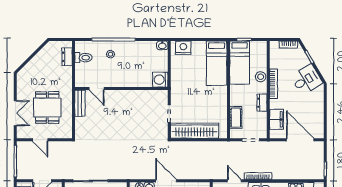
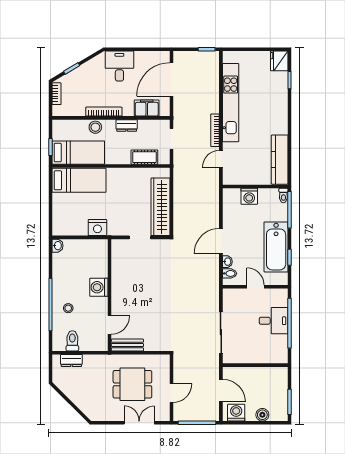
nightstand: (183, 48) -> (97, 228), moved, turned -90
washing machine: (160, 80) -> (99, 287), moved, turned 90
desk: (307, 80) -> (119, 66), moved, turned 31

